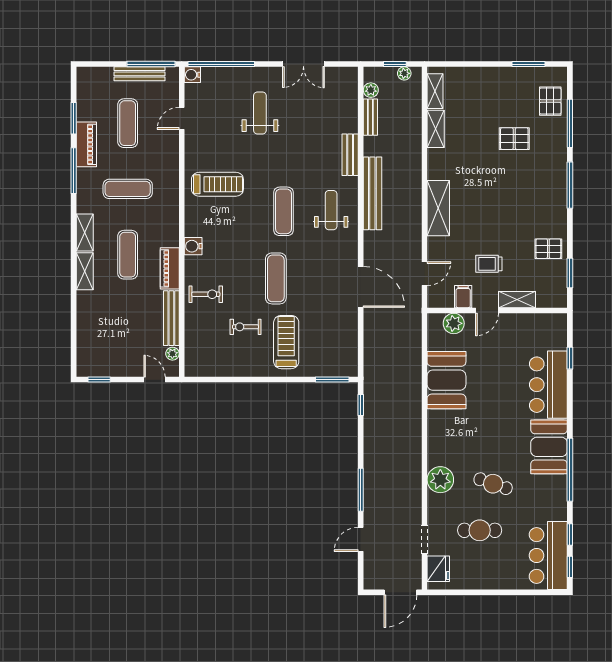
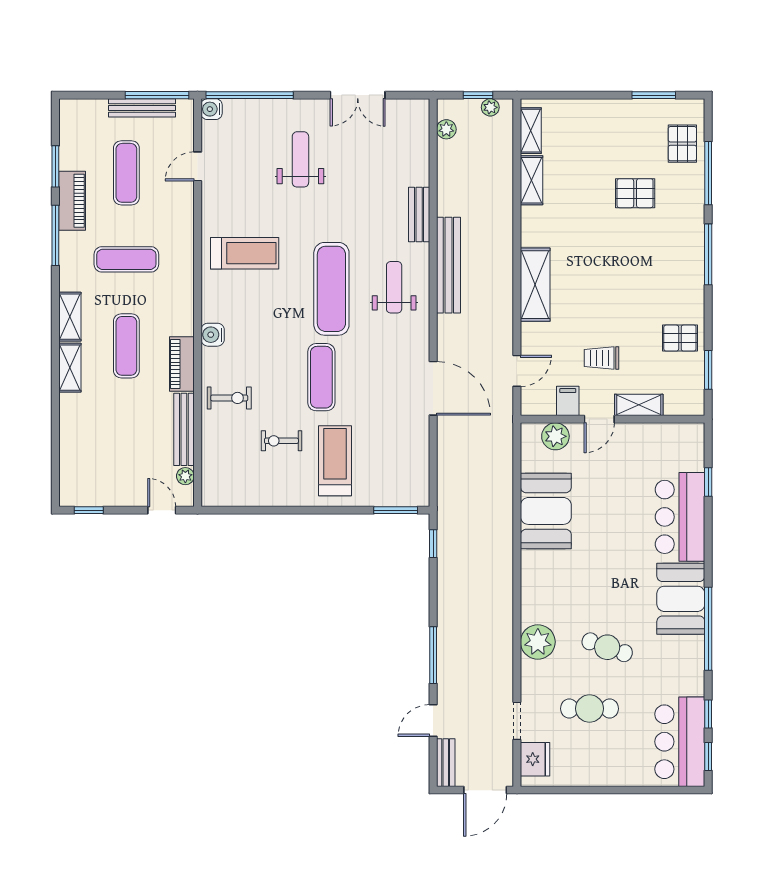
bench: (370, 117) -> (446, 763), moved
exercise mat: (284, 211) -> (331, 289), width x1.36, depth x1.45

